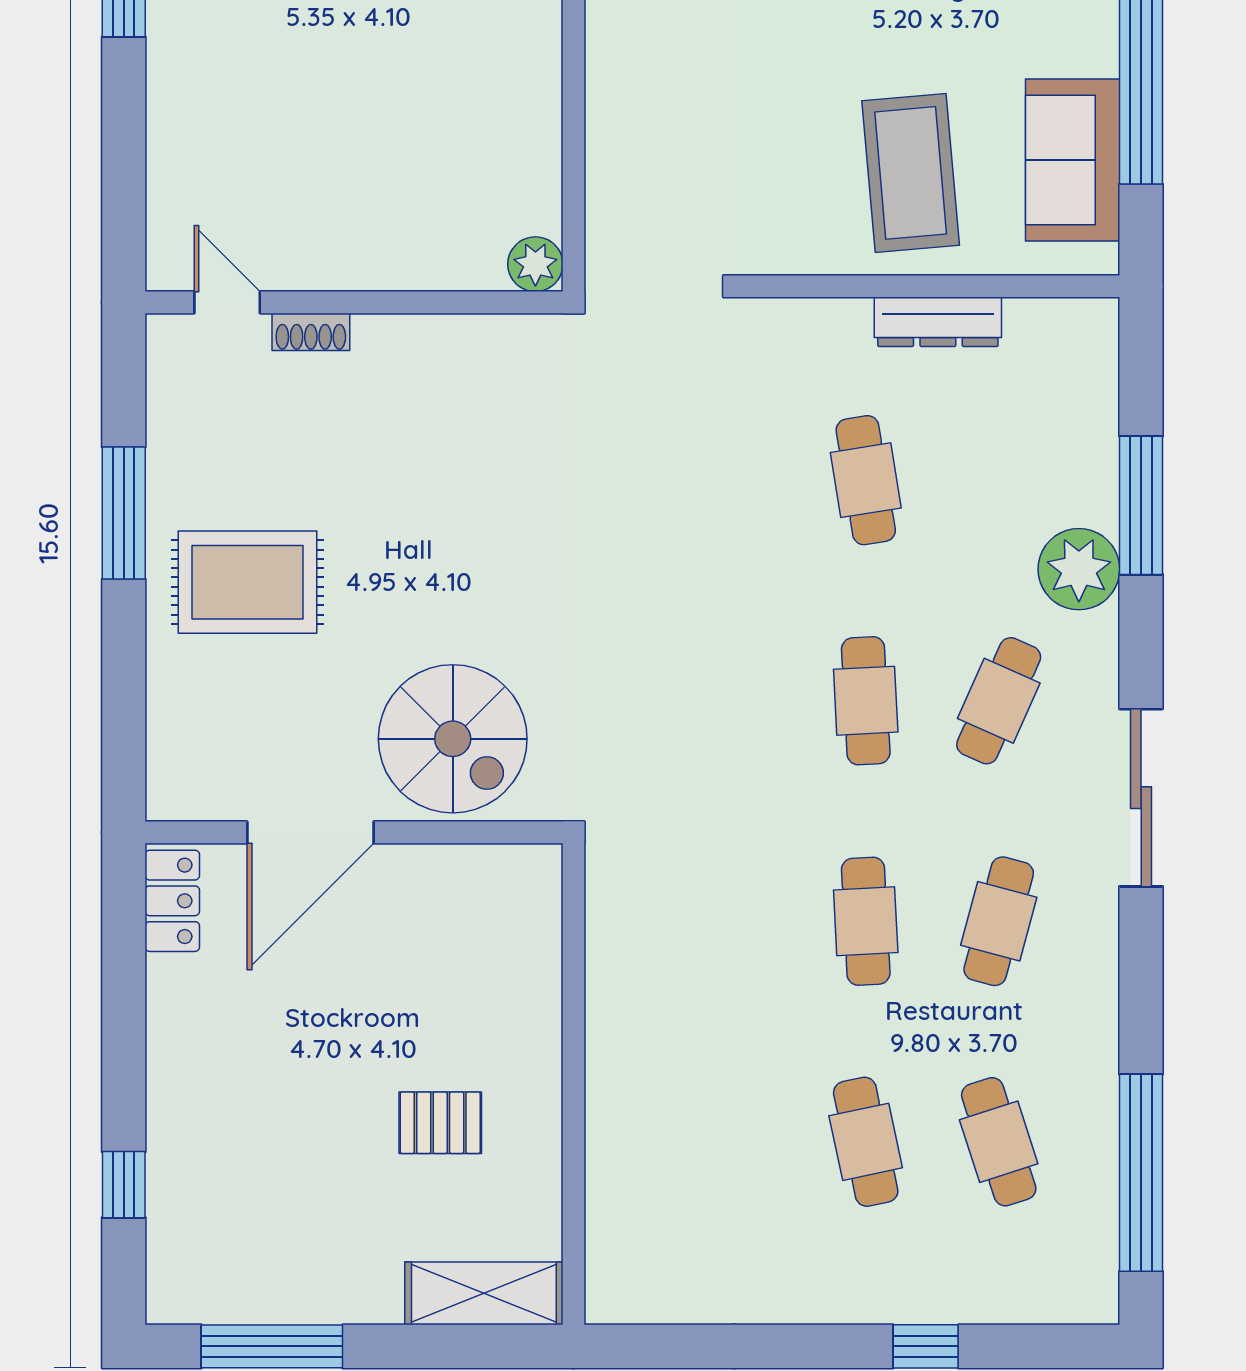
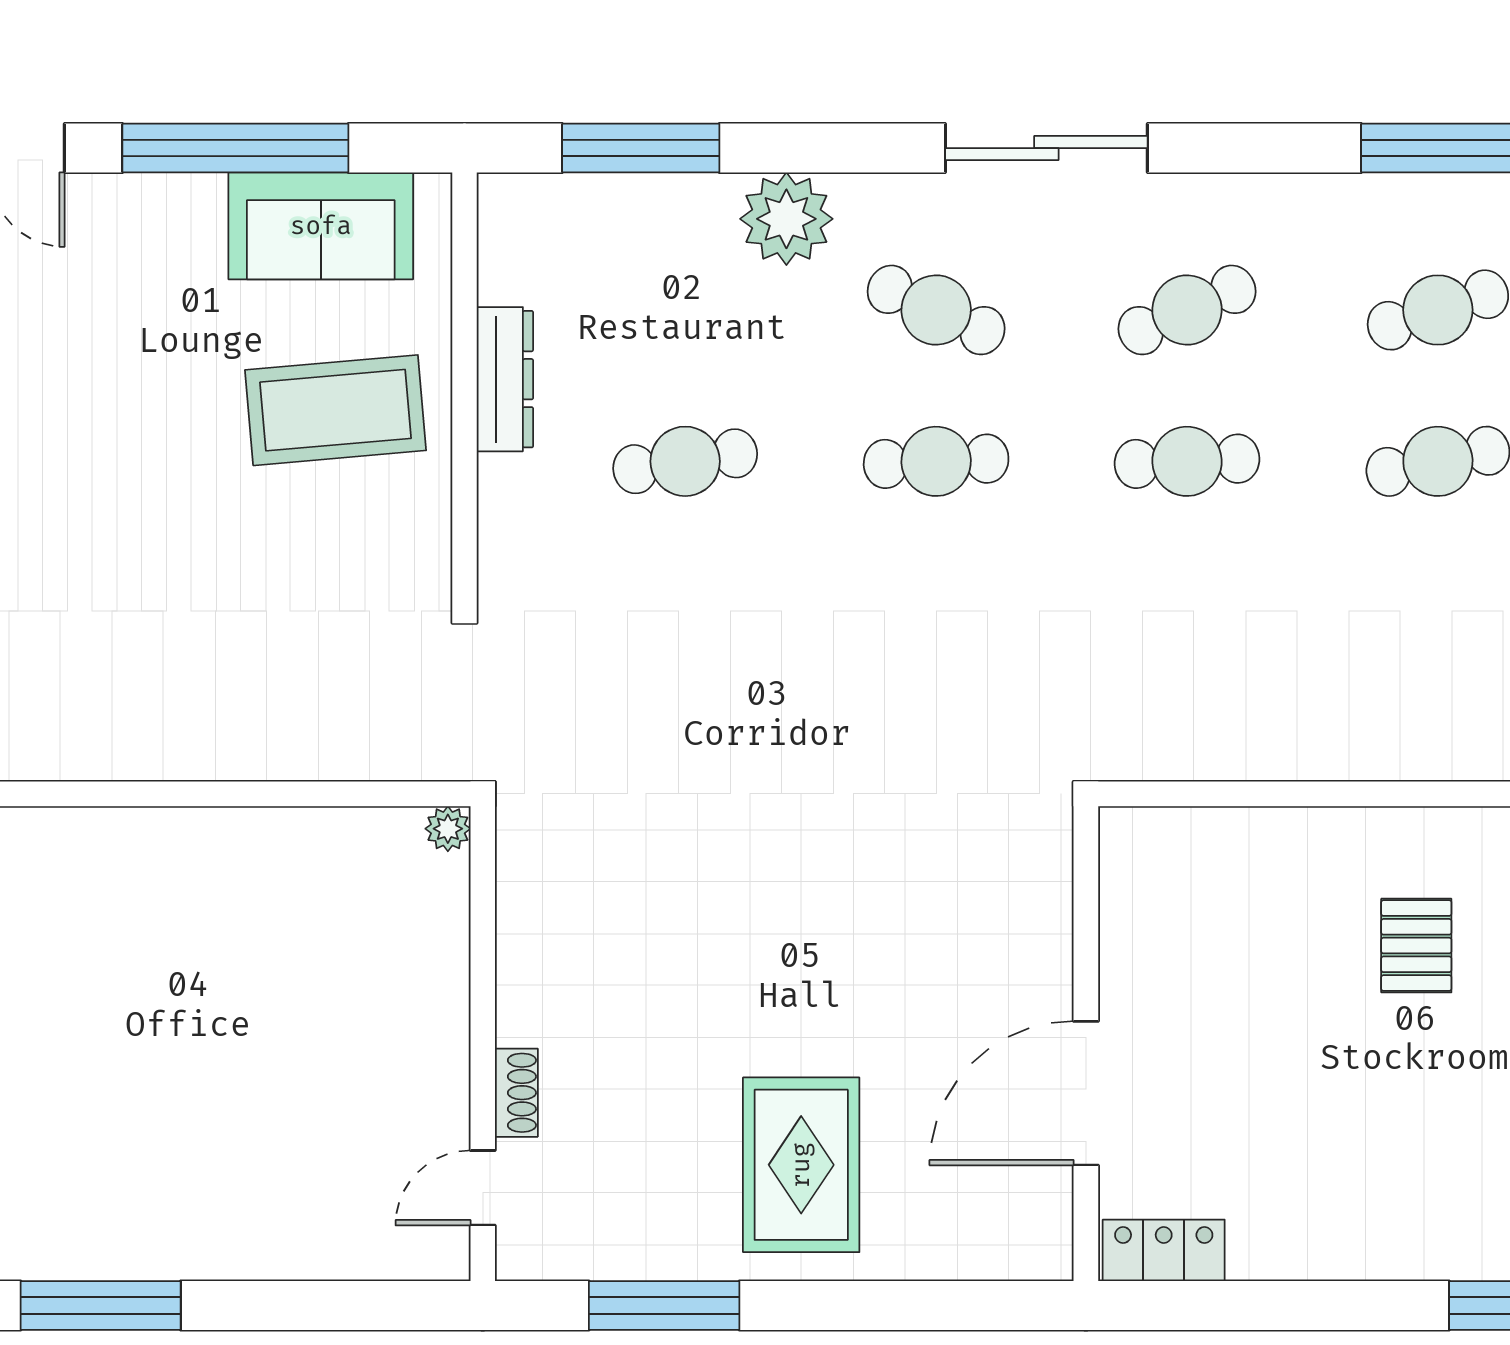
plant: (535, 264) -> (448, 829), width x0.73, depth x0.73
window: (1141, 505) -> (641, 148), moved
window: (124, 513) -> (664, 1306), moved
spiral stairs: (453, 739) -> (979, 931), removed
door: (310, 832) -> (1086, 1093), swing flipped
cafe table: (999, 921) -> (1187, 310), turned -39

